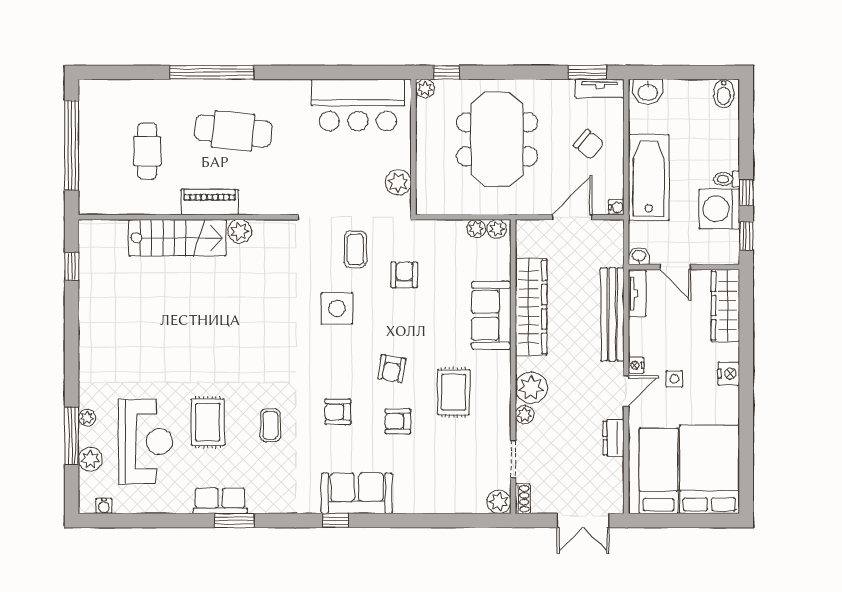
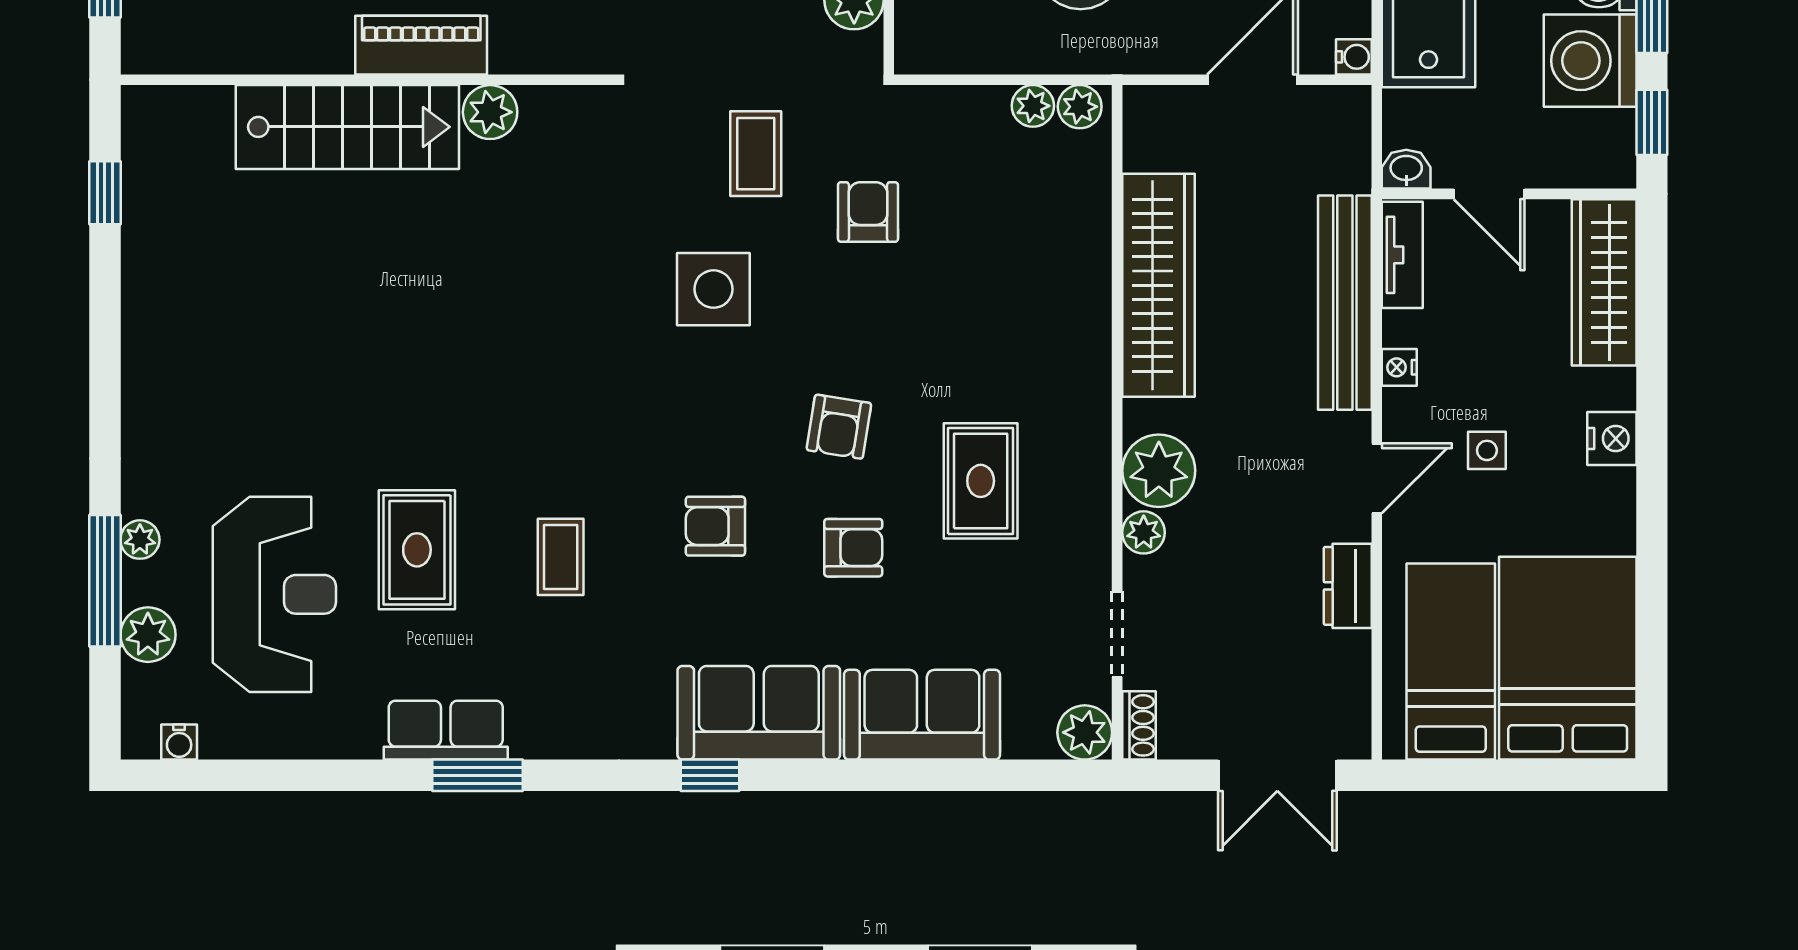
sofa: (491, 315) -> (922, 715), moved, turned 90
nightstand: (636, 365) -> (1399, 367), moved
armchair: (398, 421) -> (853, 548), turned 180

